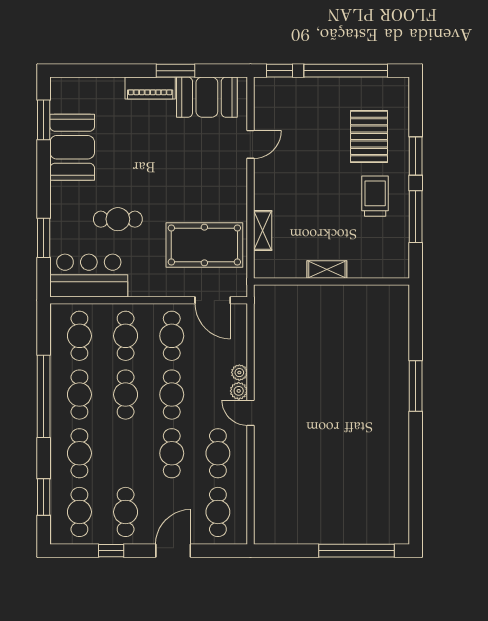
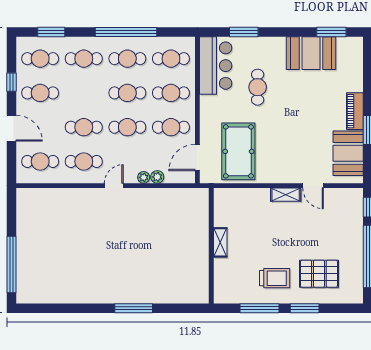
shelving: (263, 231) -> (286, 195), moved
plant: (239, 391) -> (157, 177), moved

